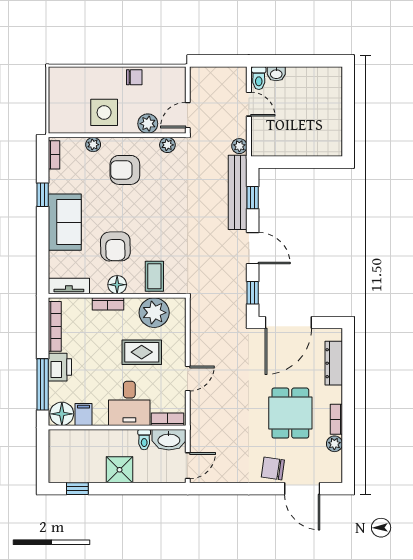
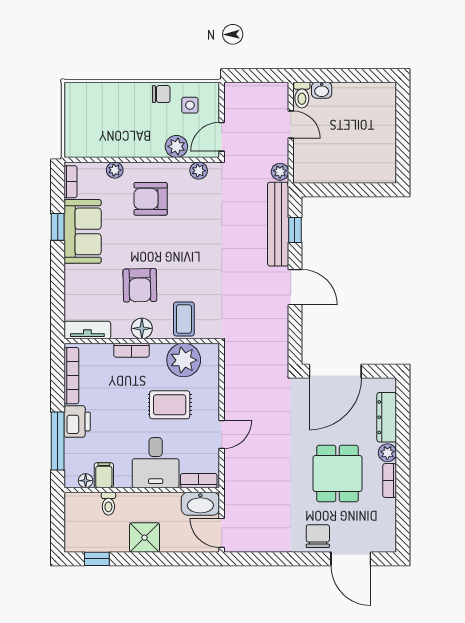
side table: (104, 112) -> (190, 105), moved, width x0.54, depth x0.54
sofa: (65, 222) -> (83, 231), moved
window: (253, 293) -> (295, 338), removed
floor lamp: (62, 414) -> (86, 481), width x0.53, depth x0.53
toilet: (144, 440) -> (108, 504), moved
plant: (334, 444) -> (387, 453), moved
door: (188, 466) -> (222, 533), swing flipped
chair: (273, 468) -> (318, 536), turned 82

